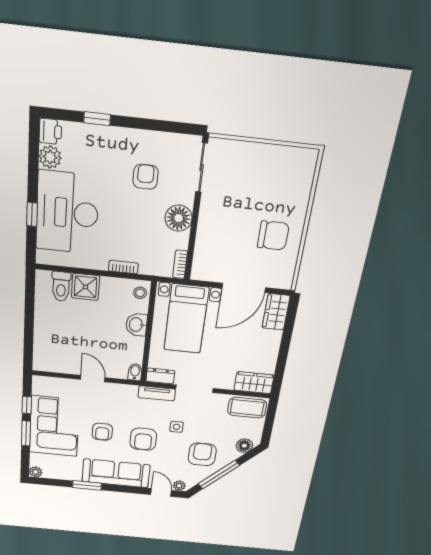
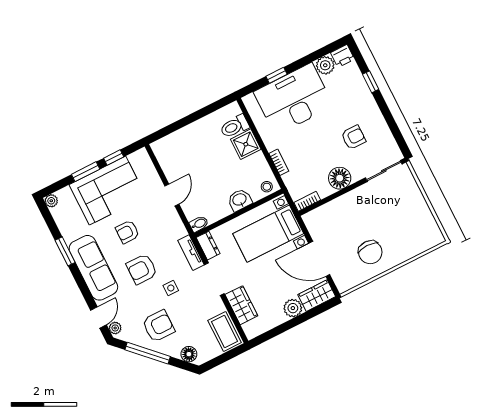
plant: (271, 340) -> (293, 308), added
wardrobe: (254, 383) -> (241, 305), moved

